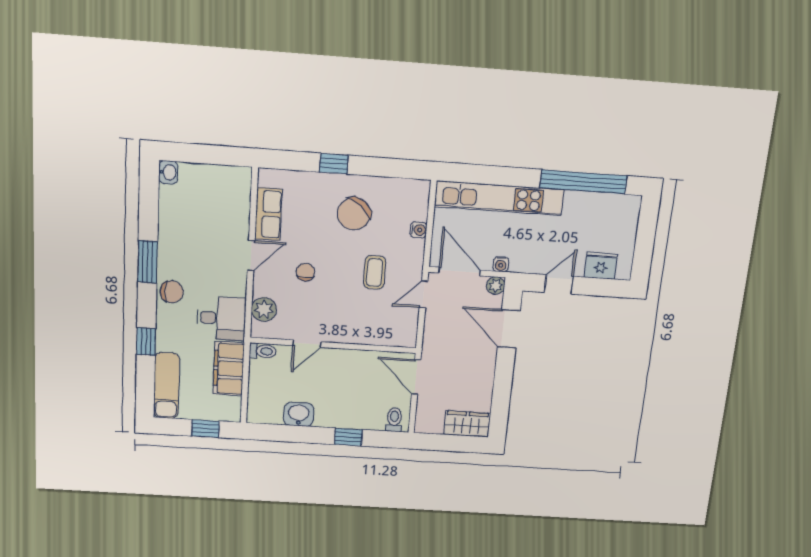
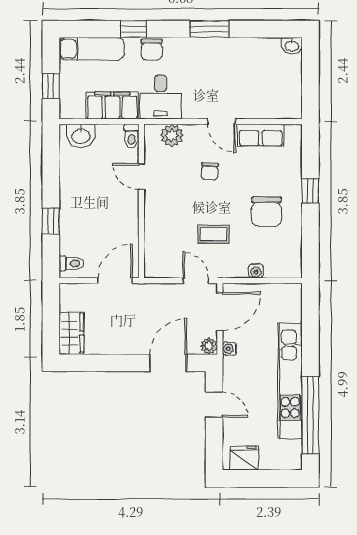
kitchen unit: (499, 198) -> (290, 381), moved
chair: (354, 214) -> (267, 212), turned -129
fridge: (601, 266) -> (244, 458), moved, turned -90
chair: (305, 272) -> (210, 171), turned 94
chair: (172, 292) -> (152, 50), moved
washbasin: (299, 414) -> (81, 136), moved, turned 90

